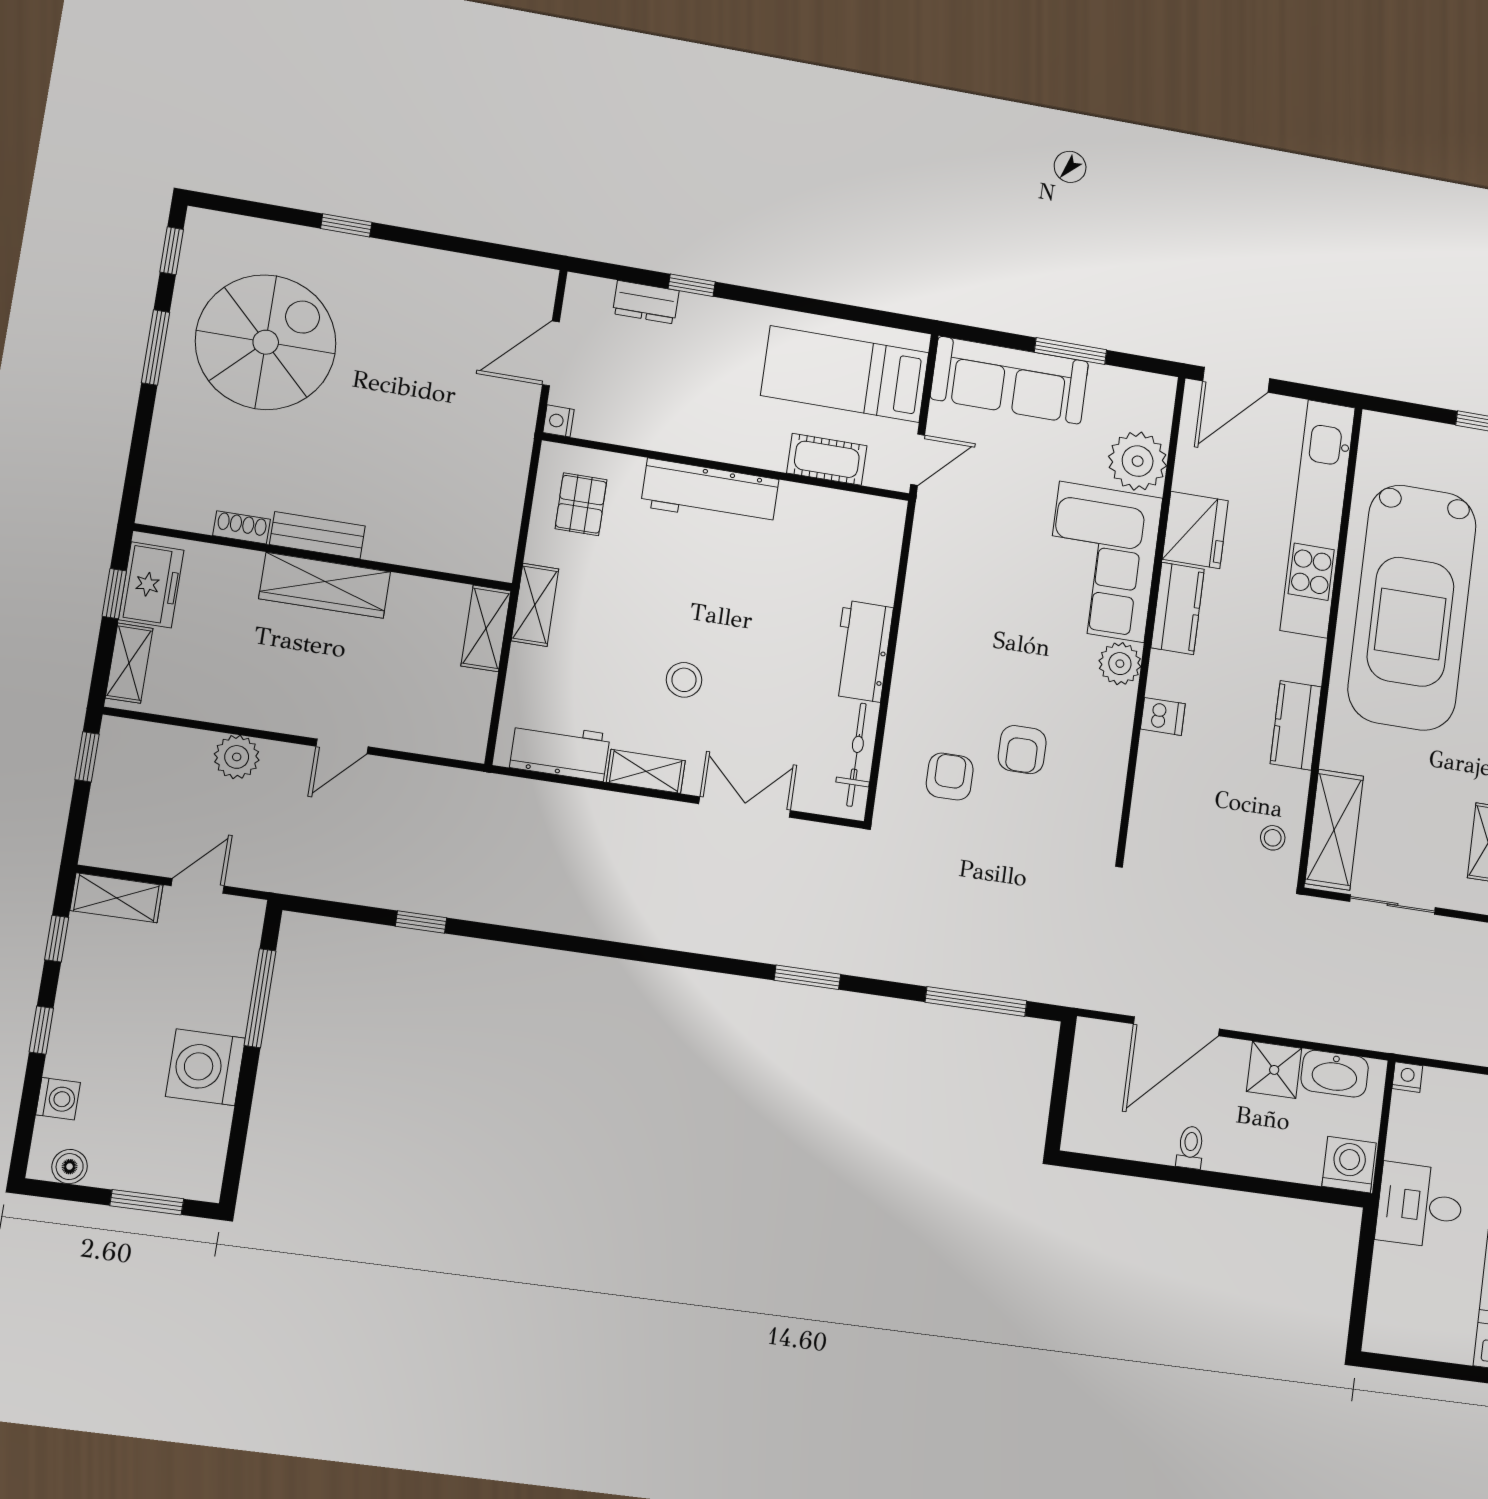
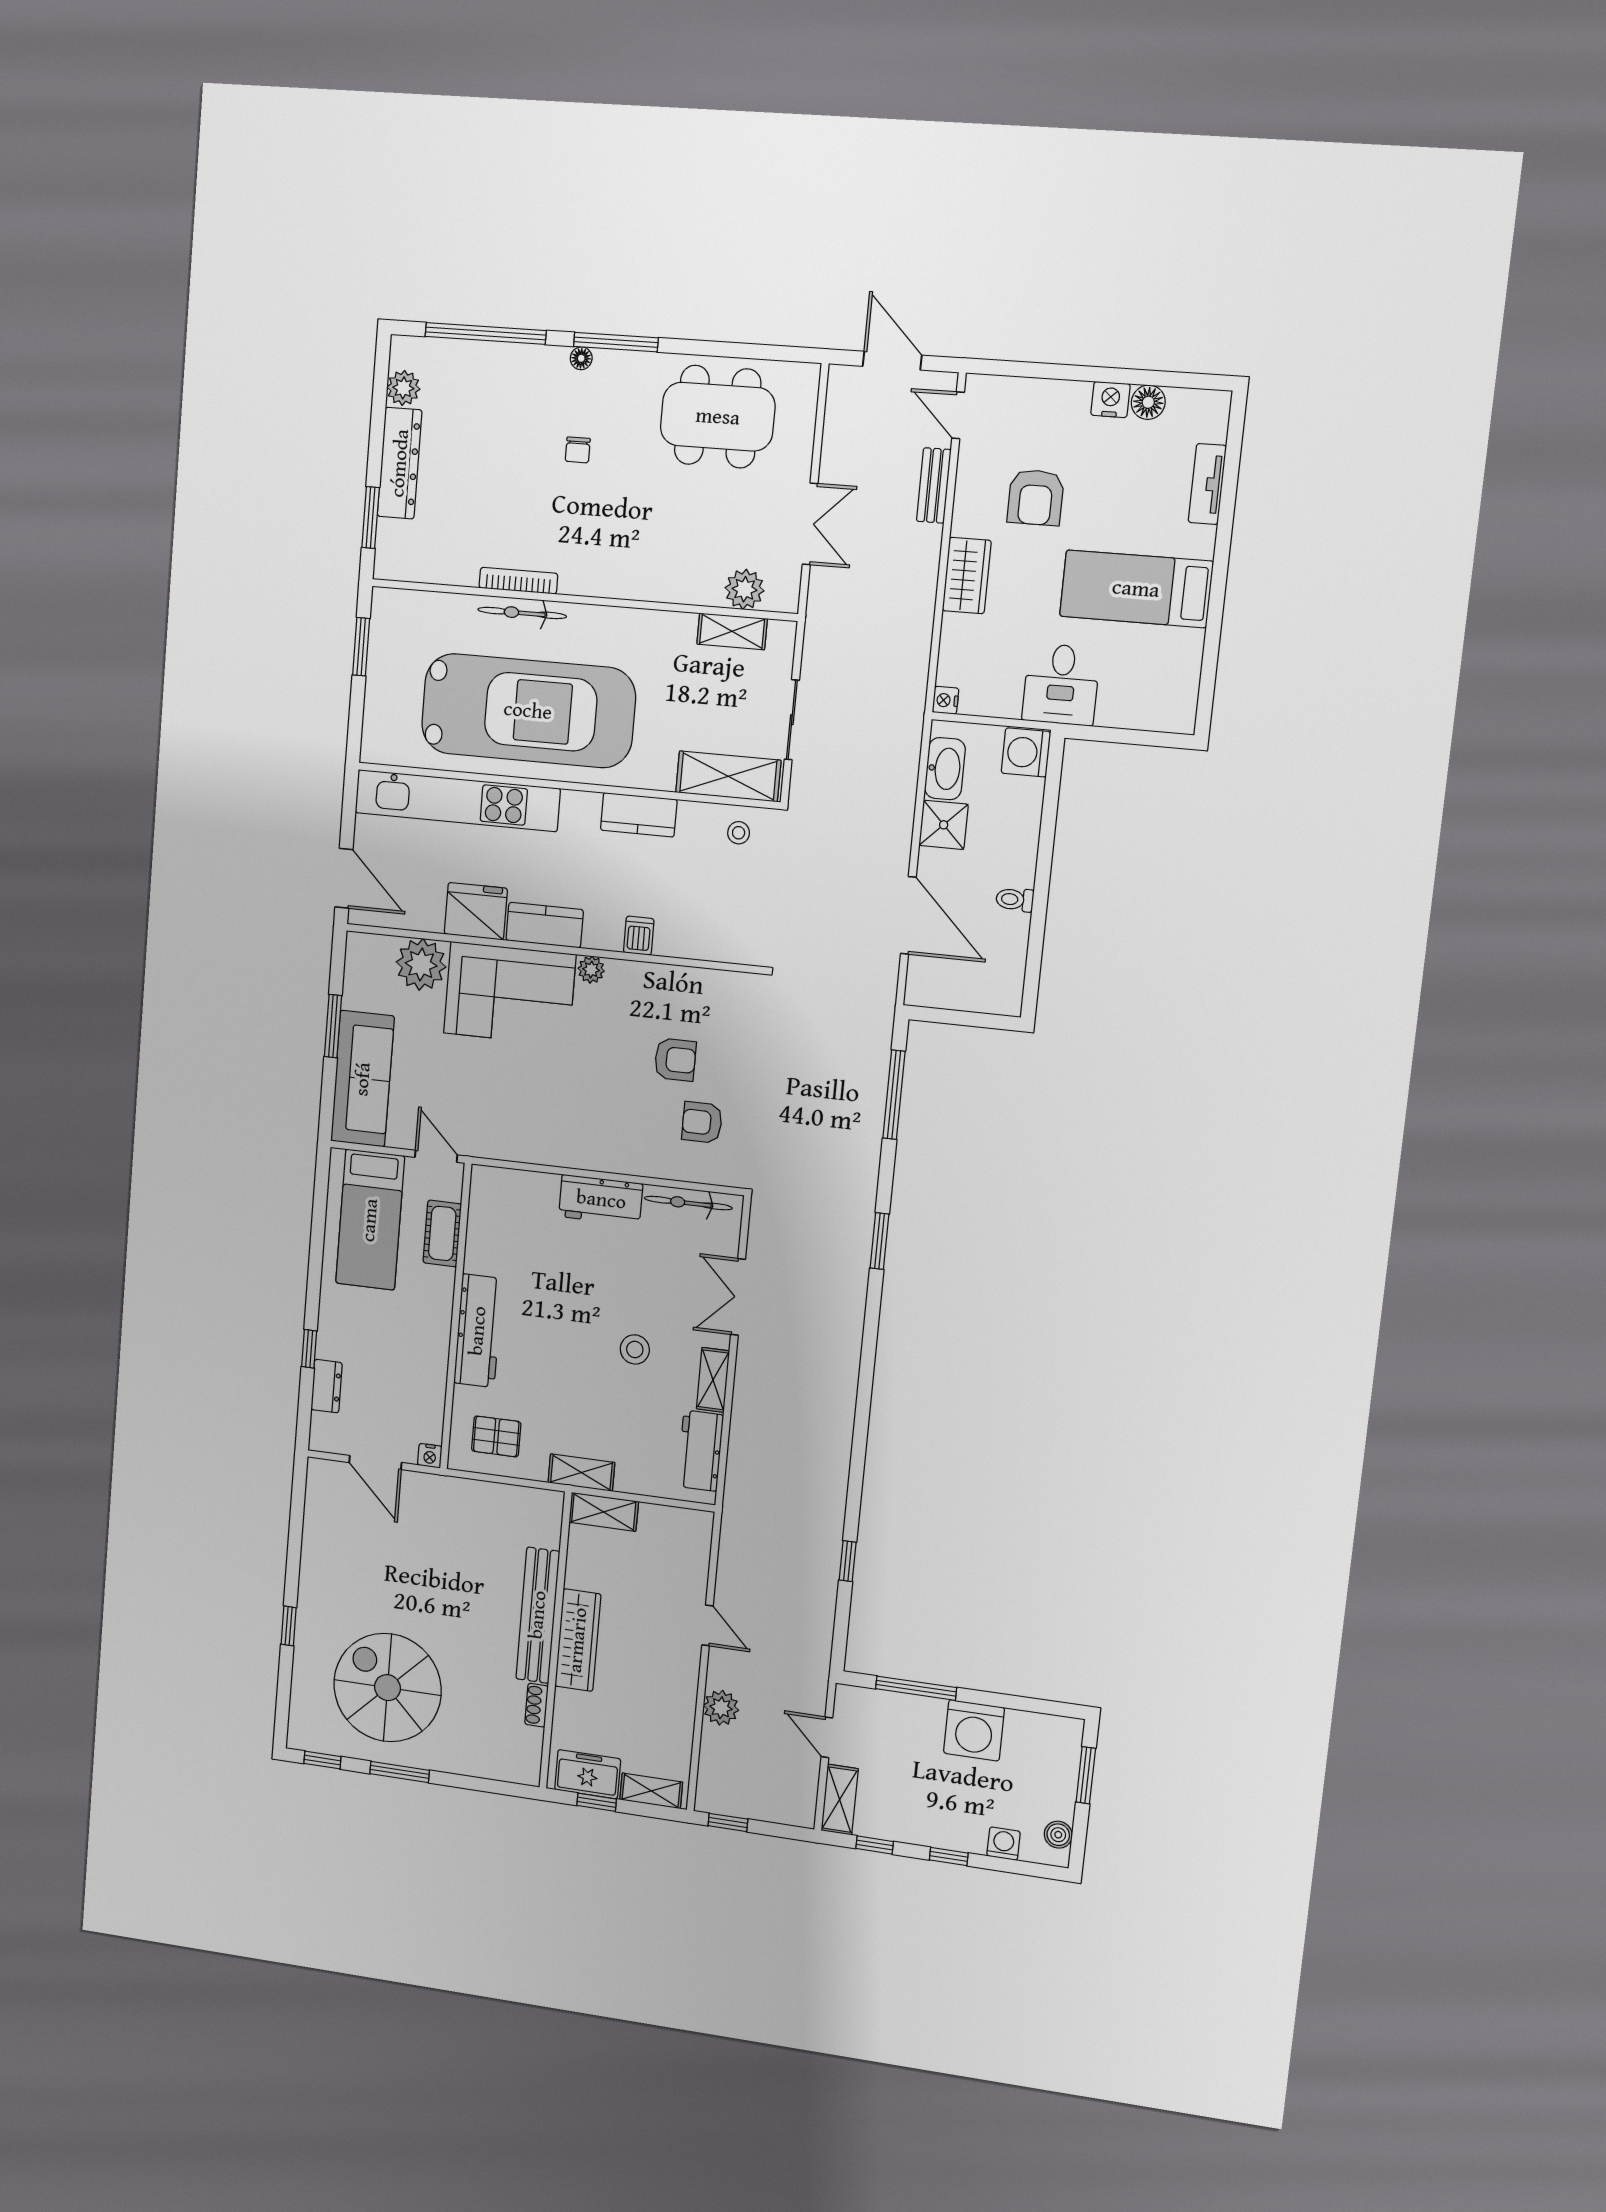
bench: (317, 535) -> (538, 1615), width x1.86, depth x1.21
plant: (1120, 664) -> (591, 970), width x0.73, depth x0.73

